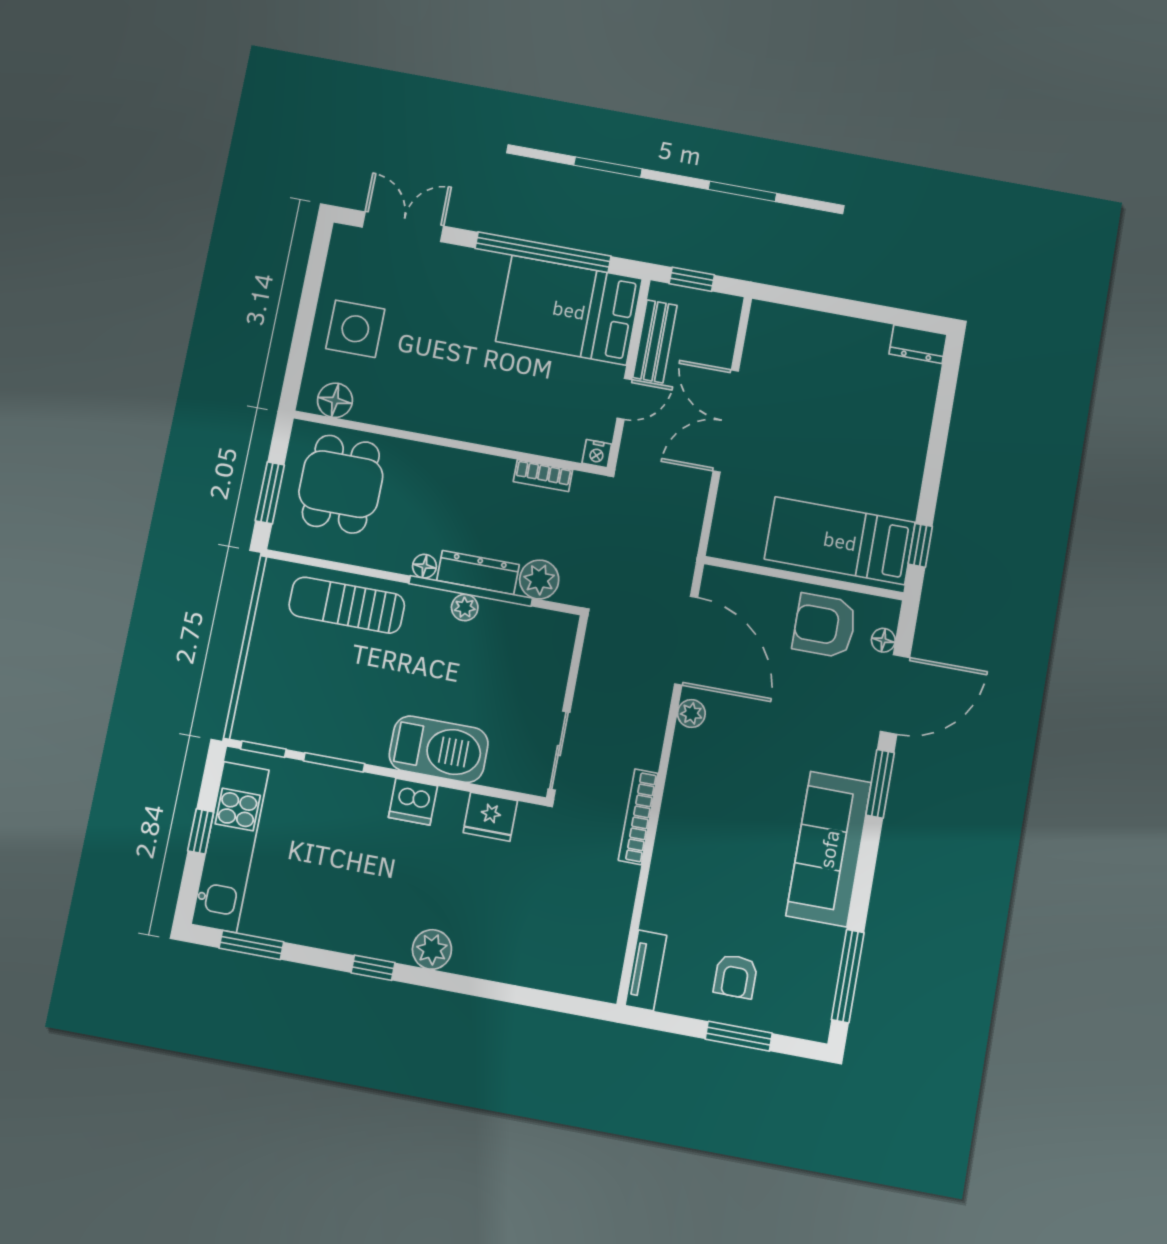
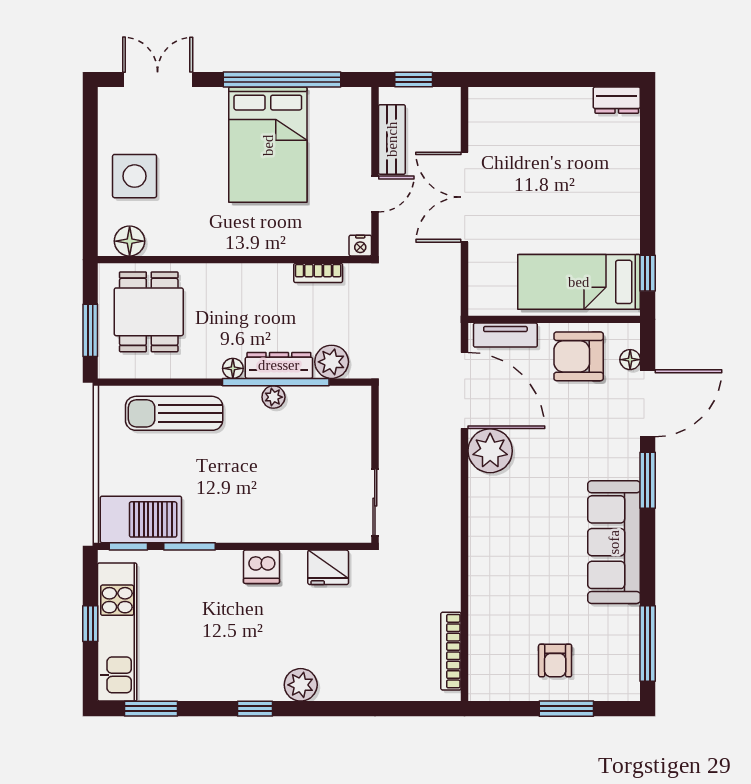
bed: (569, 310) -> (268, 145), moved, turned -90
plant: (691, 714) -> (490, 451), width x1.88, depth x1.88
barbecue: (439, 749) -> (141, 519), moved
bookcase: (638, 817) -> (451, 651), moved
tv unit: (646, 970) -> (505, 335), moved, turned 90

